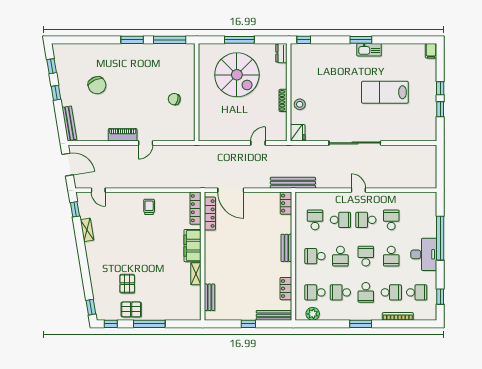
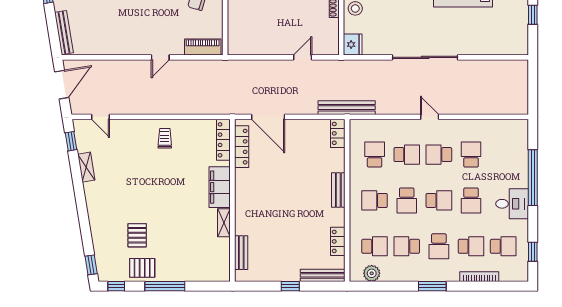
piano: (123, 135) -> (203, 47), moved
door: (68, 165) -> (62, 85), hinge flipped
desk: (424, 254) -> (512, 204), width x0.73
school desk: (366, 256) -> (439, 200), turned 90
school desk: (315, 292) -> (375, 246), turned 180

